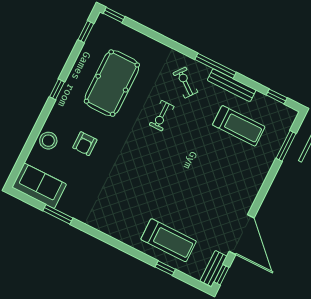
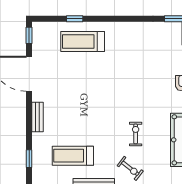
window: (286, 146) -> (29, 159), width x0.67
bench: (213, 268) -> (37, 117), moved

